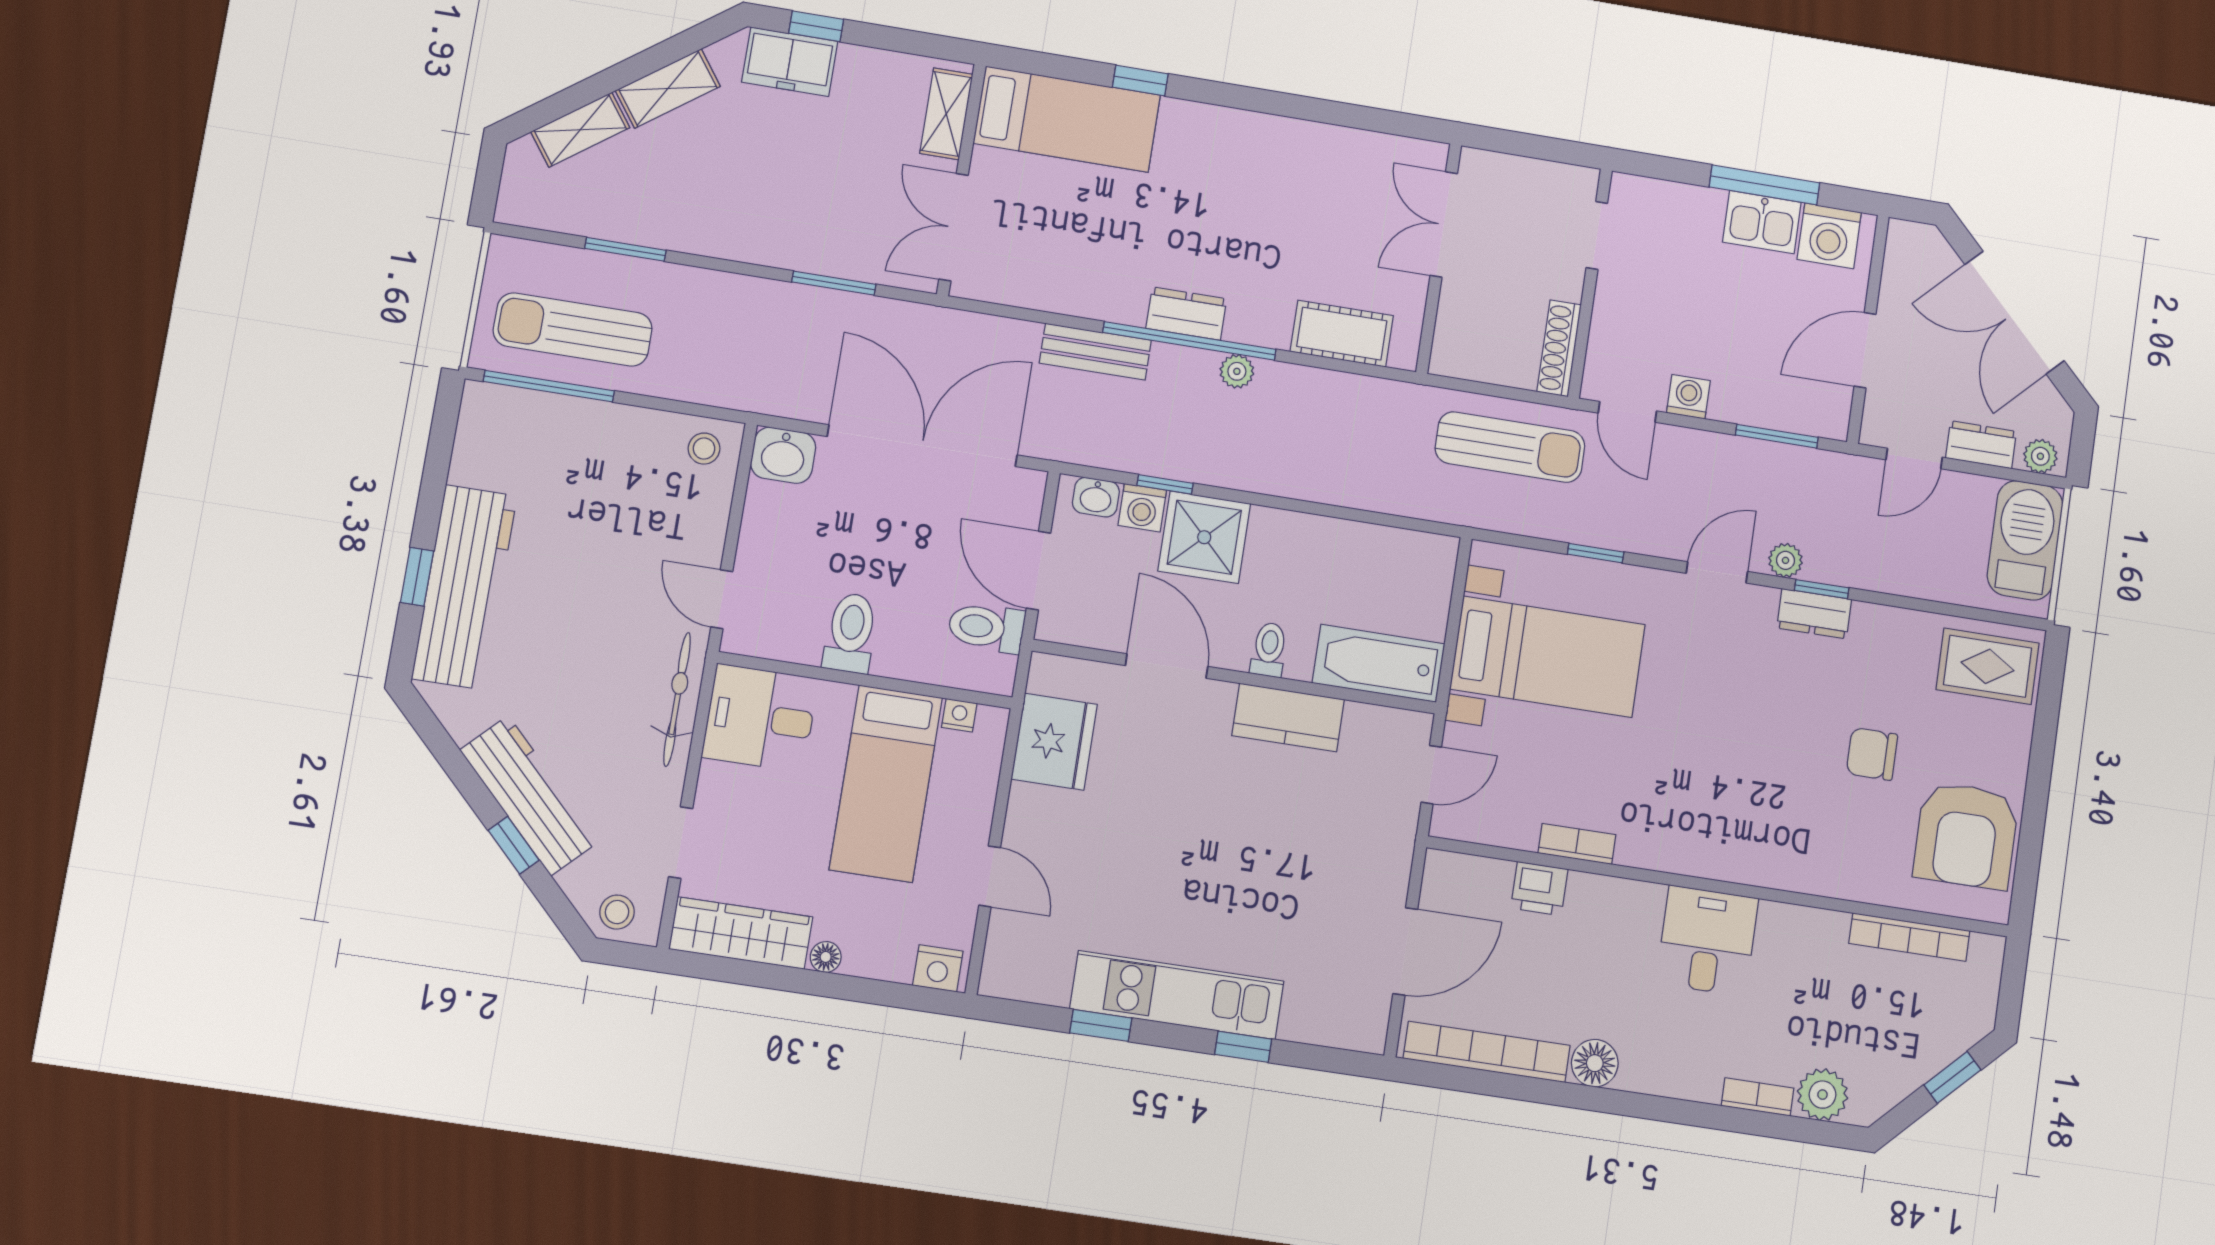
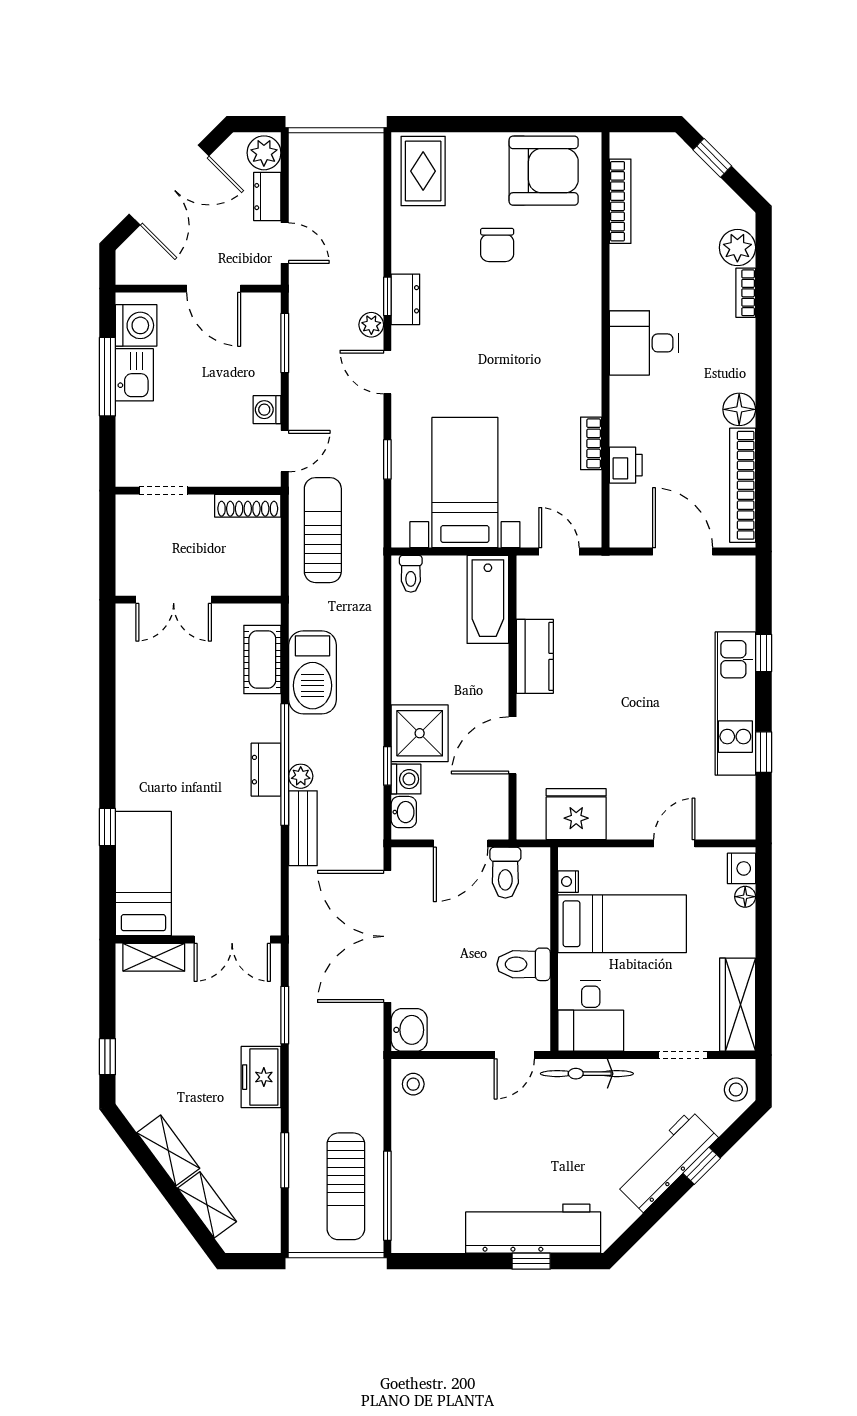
freezer: (790, 62) -> (261, 1077), moved, turned 180
plant: (1237, 371) -> (301, 776), moved
plant: (2040, 456) -> (264, 153), width x1.38, depth x1.38
barbecue: (2025, 540) -> (313, 672), moved, turned -90
toilet: (1269, 650) -> (411, 574), moved, turned -90
floor lamp: (826, 957) -> (745, 897), moved

